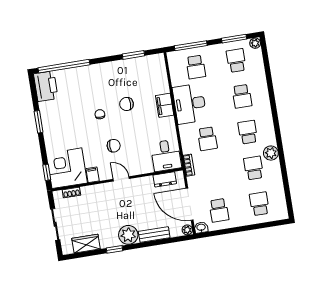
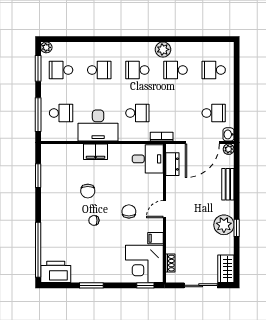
plant: (128, 235) -> (224, 225), moved
wardrobe: (86, 244) -> (226, 269), moved

